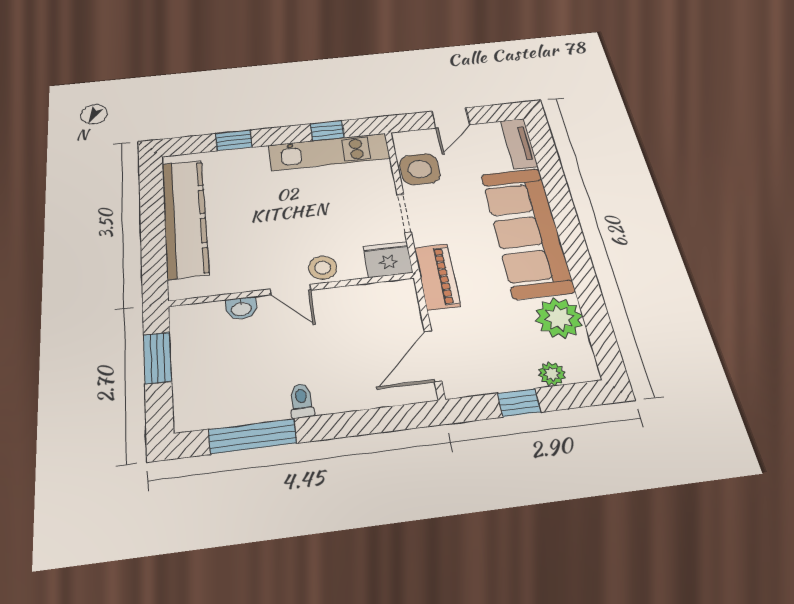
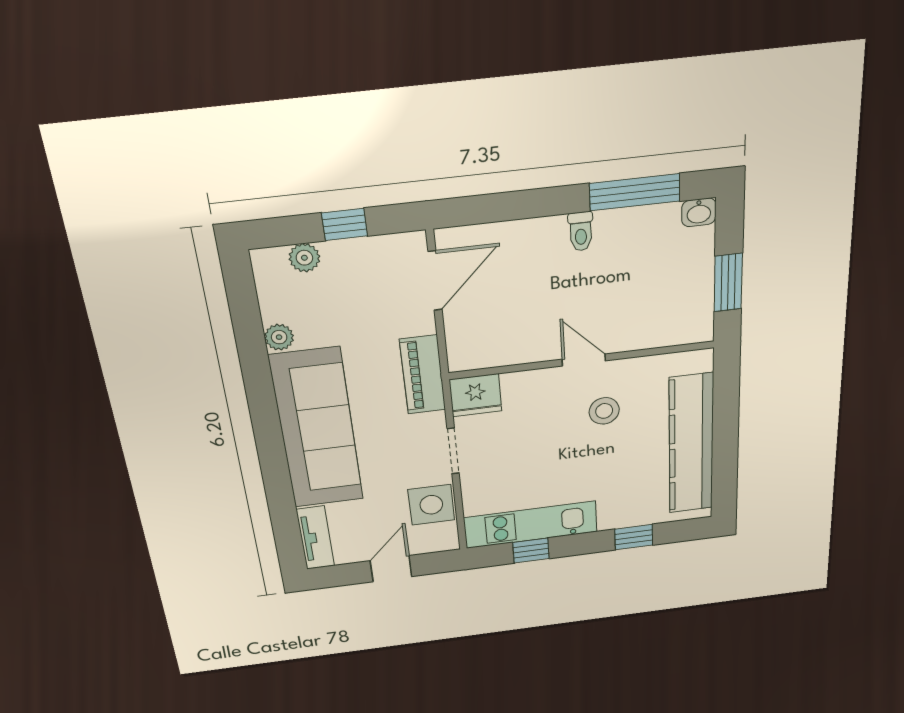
stool: (323, 268) -> (604, 411), moved
washbasin: (241, 308) -> (699, 212), moved, turned 180
plant: (559, 318) -> (279, 337), width x0.53, depth x0.53

